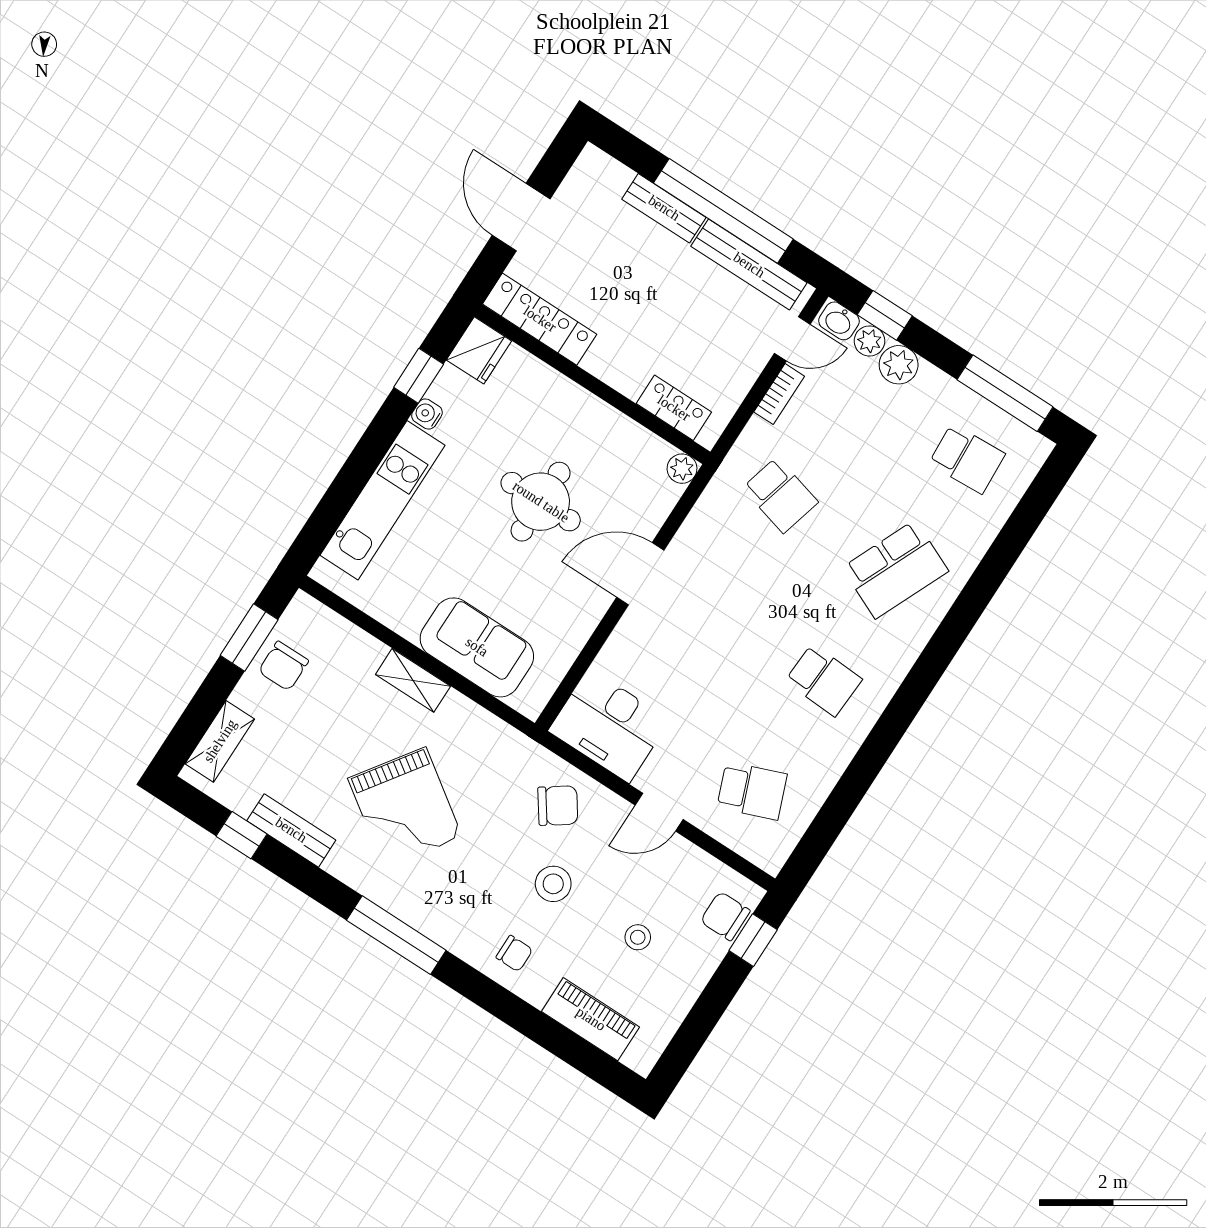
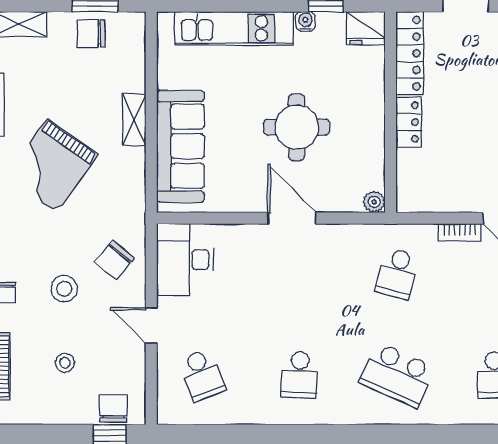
locker: (674, 408) -> (409, 122), moved
sofa: (477, 647) -> (180, 146), width x1.36
chair: (558, 806) -> (115, 260), turned 75

